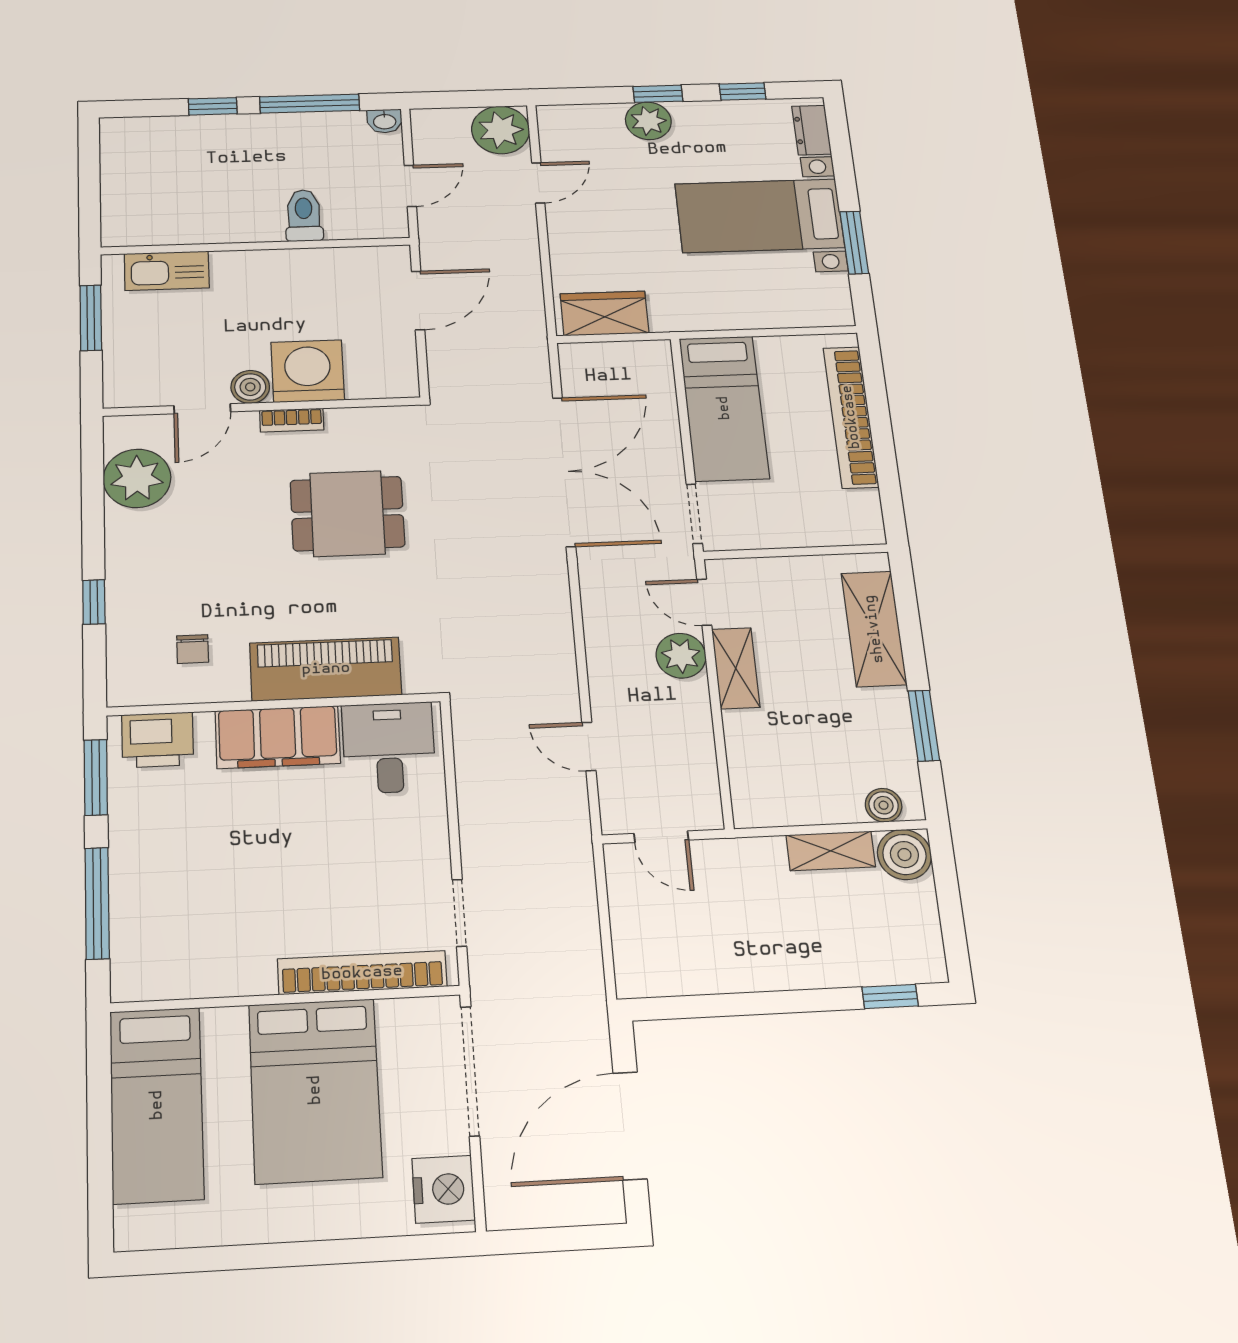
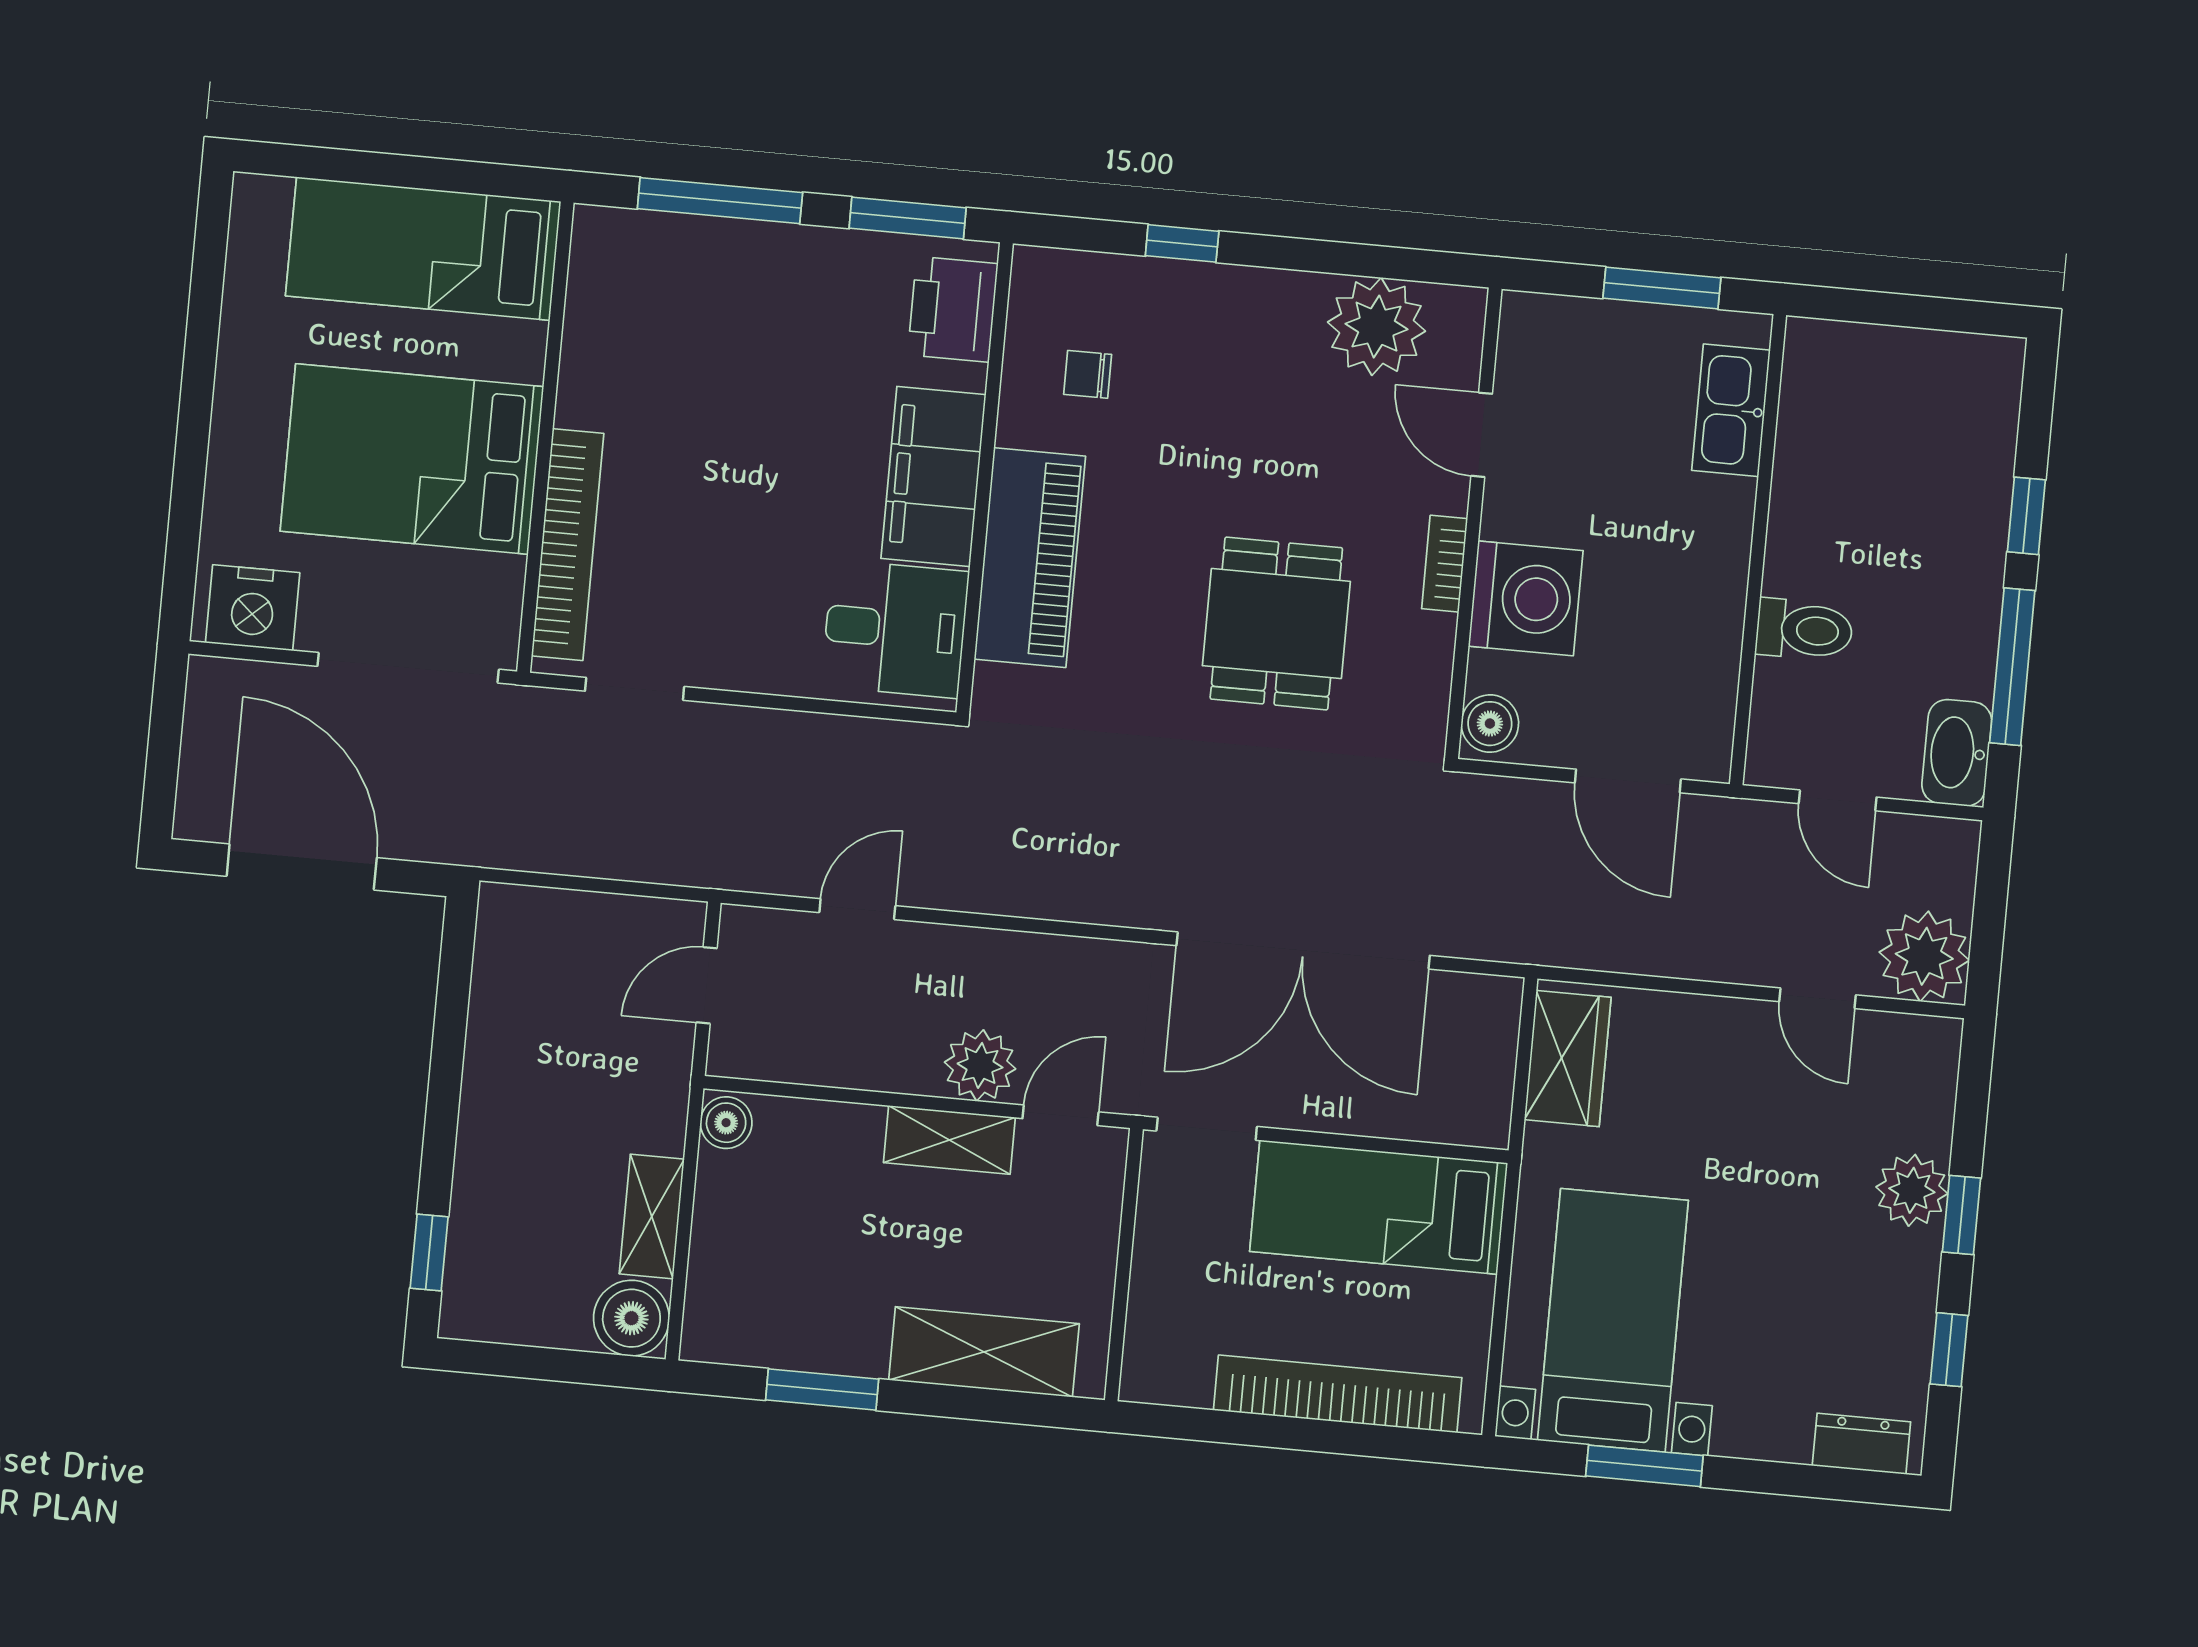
washbasin: (385, 121) -> (1957, 753), width x1.91, depth x1.45
bed with nightstands: (760, 216) -> (1613, 1320), moved
boiler: (250, 387) -> (1490, 724), moved
boiler: (884, 805) -> (726, 1123), moved

